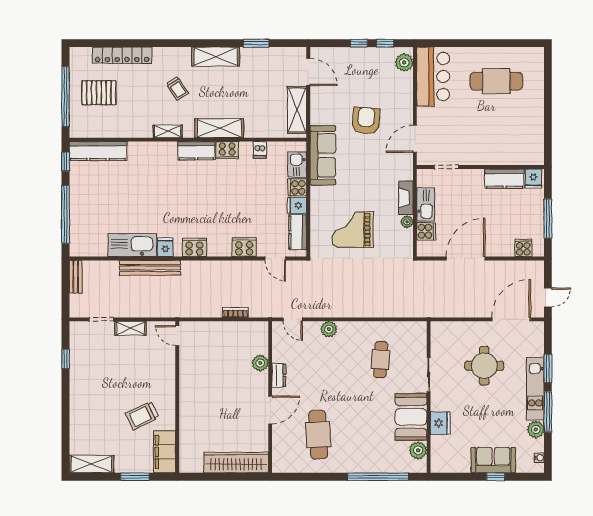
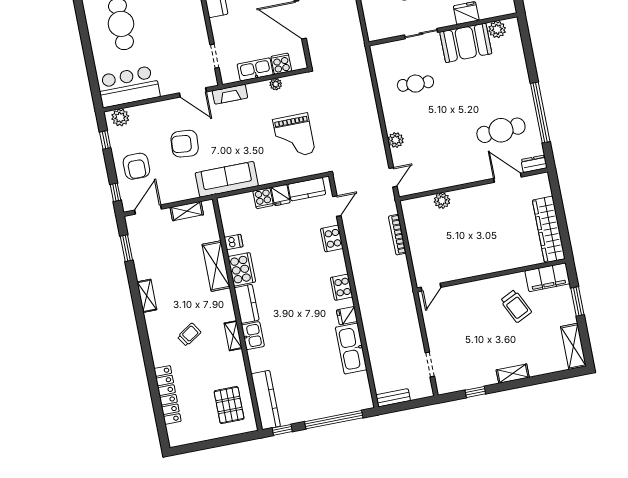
window: (256, 43) -> (126, 248), moved
window: (359, 43) -> (115, 192), moved
shelving: (216, 56) -> (147, 296), width x0.67, depth x0.75
armchair: (353, 69) -> (136, 166), added
pallet: (99, 93) -> (229, 405), moved
window: (66, 97) -> (219, 442), removed
shelving: (297, 110) -> (187, 211), width x0.67, depth x0.75
shelving: (219, 128) -> (216, 266), moved
cooker: (227, 150) -> (242, 269), width x1.37, depth x1.31
kitchen sink: (297, 165) -> (253, 336), moved, turned -90
fireplace: (406, 198) -> (230, 94), moved
bench: (150, 268) -> (370, 327), removed
bookcase: (235, 312) -> (397, 235), width x1.56
shelving: (130, 328) -> (513, 374), moved, turned 90
dresser: (279, 375) -> (534, 164), moved
door: (270, 410) -> (507, 178), moved
wardrobe: (236, 463) -> (549, 229), moved
window: (378, 477) -> (540, 113), moved

